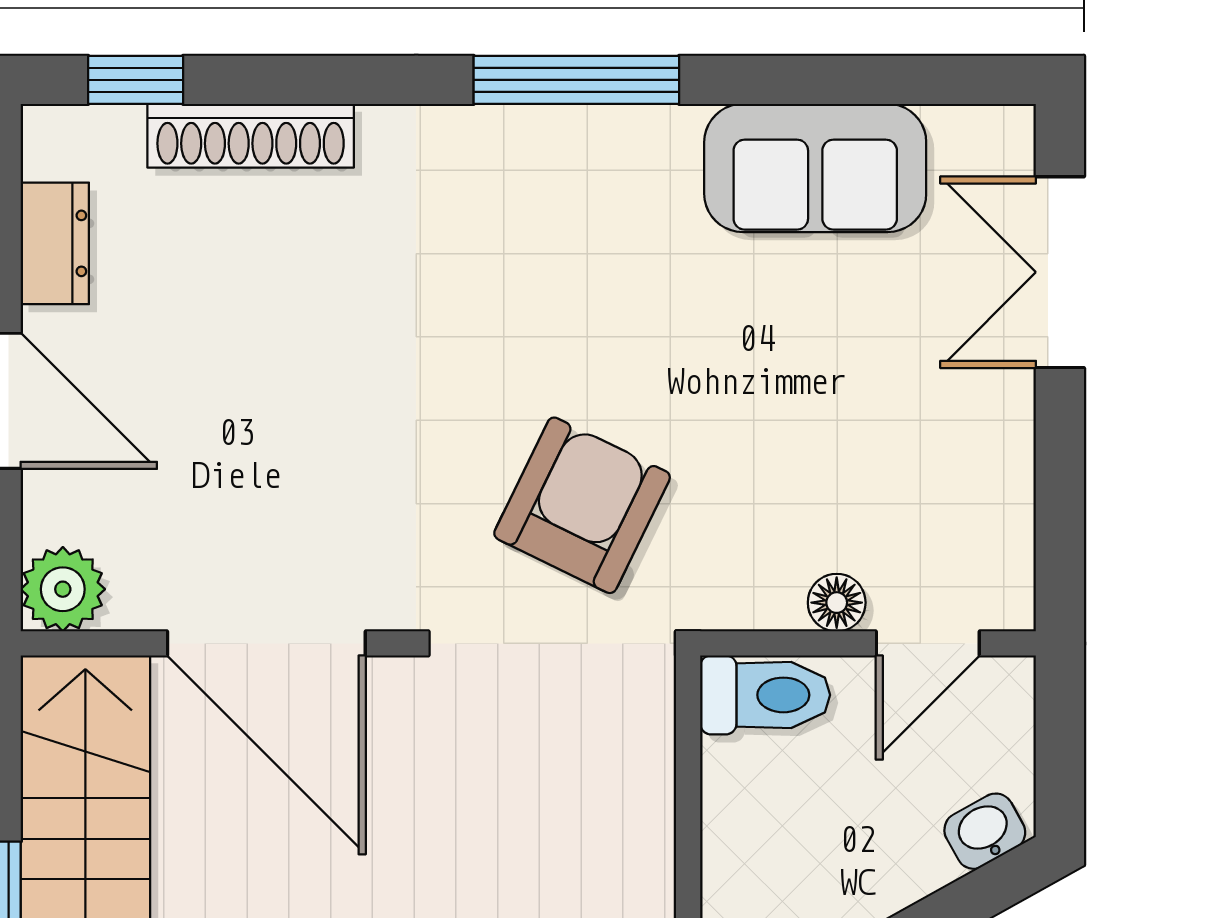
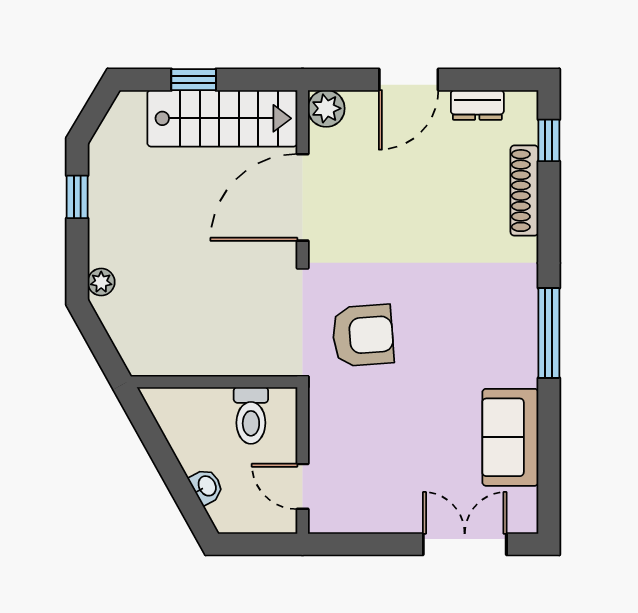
armchair: (582, 505) -> (363, 335), turned -30
floor lamp: (837, 603) -> (320, 447), removed
toilet: (765, 695) -> (251, 415), moved
washbasin: (985, 831) -> (207, 486), moved

